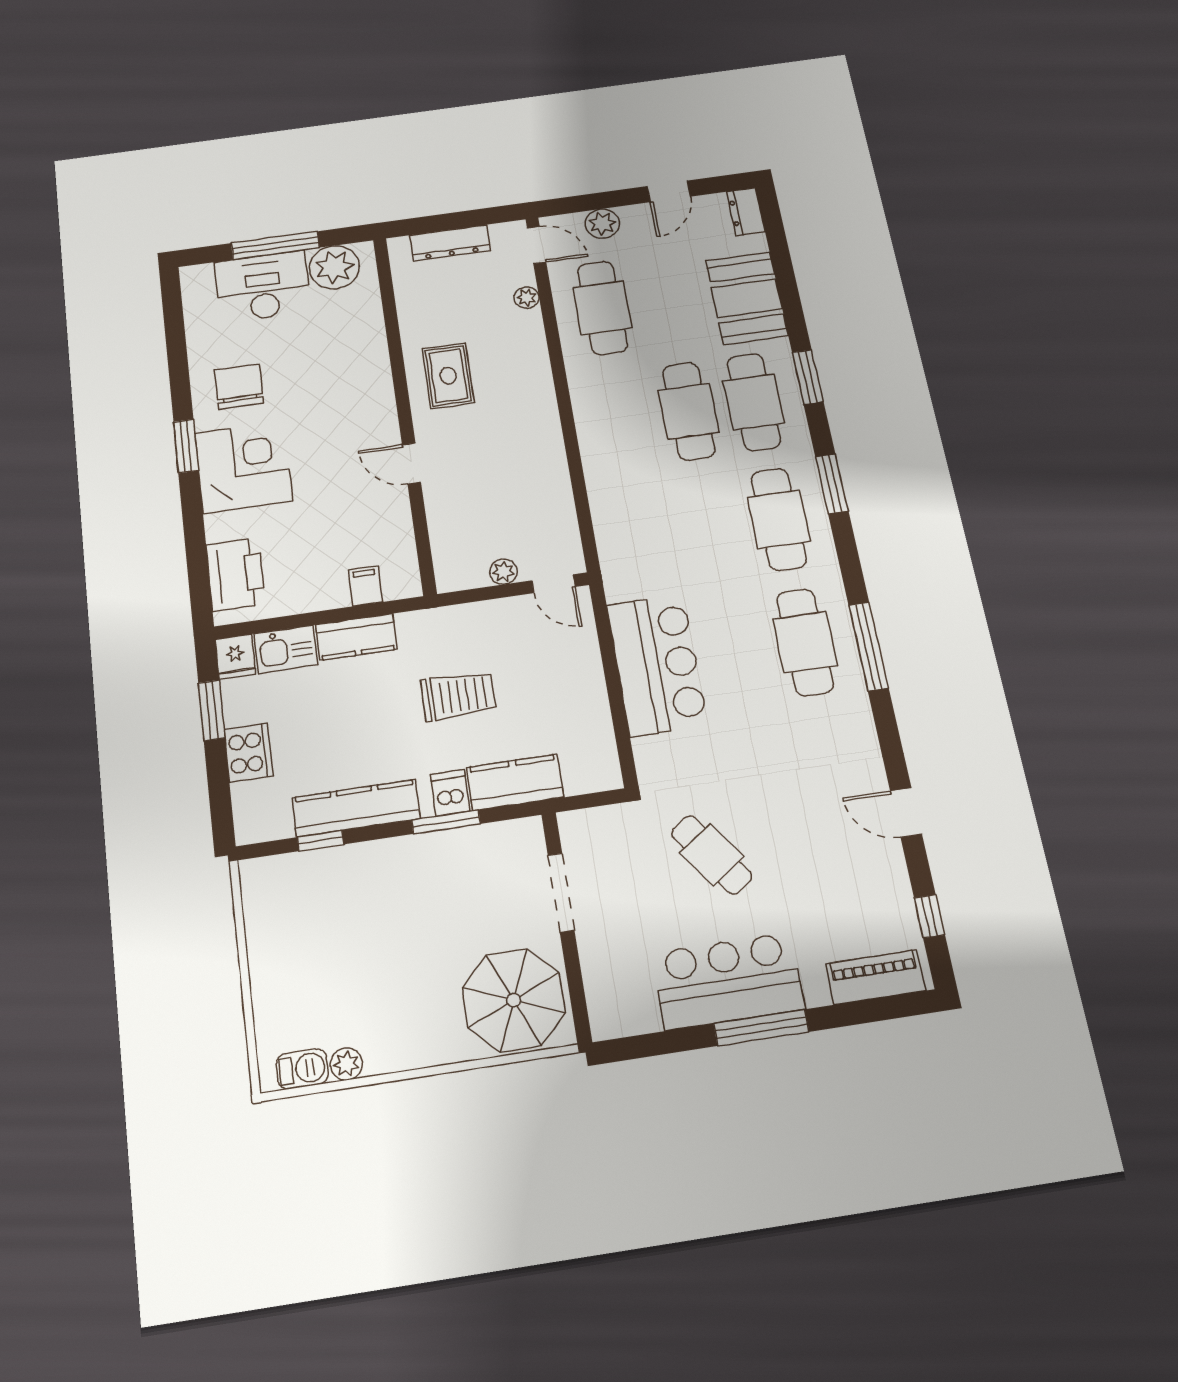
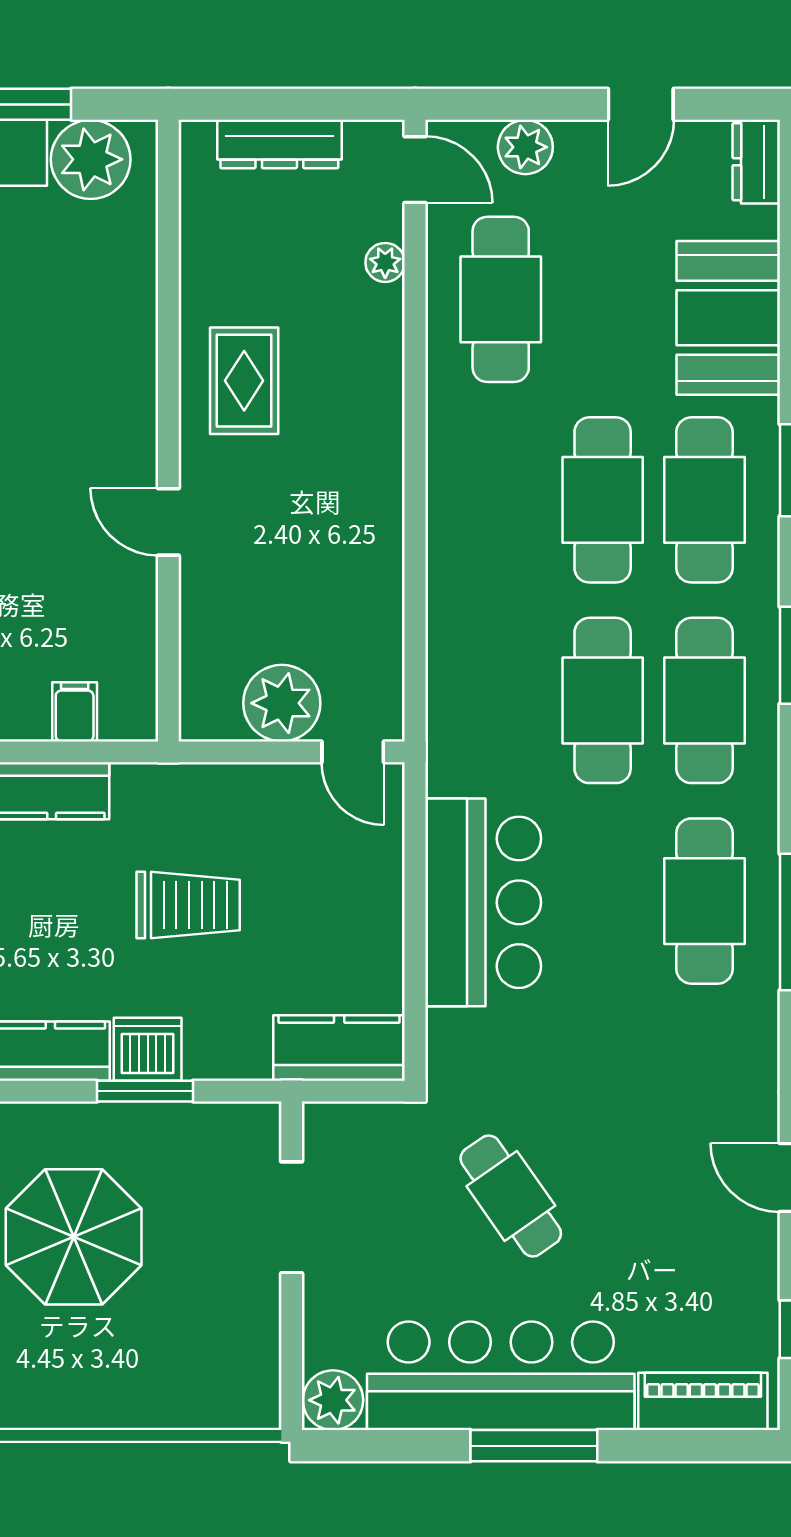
cafe table: (712, 529) -> (603, 700), added
plant: (503, 572) -> (282, 703), width x1.88, depth x1.88
kitchen counter: (515, 782) -> (339, 1048), moved
dishwasher: (450, 793) -> (148, 1049), width x1.38
bar counter: (728, 981) -> (501, 1376), width x1.36
parasol: (514, 1000) -> (74, 1237), moved
plant: (611, 1017) -> (333, 1400), added

